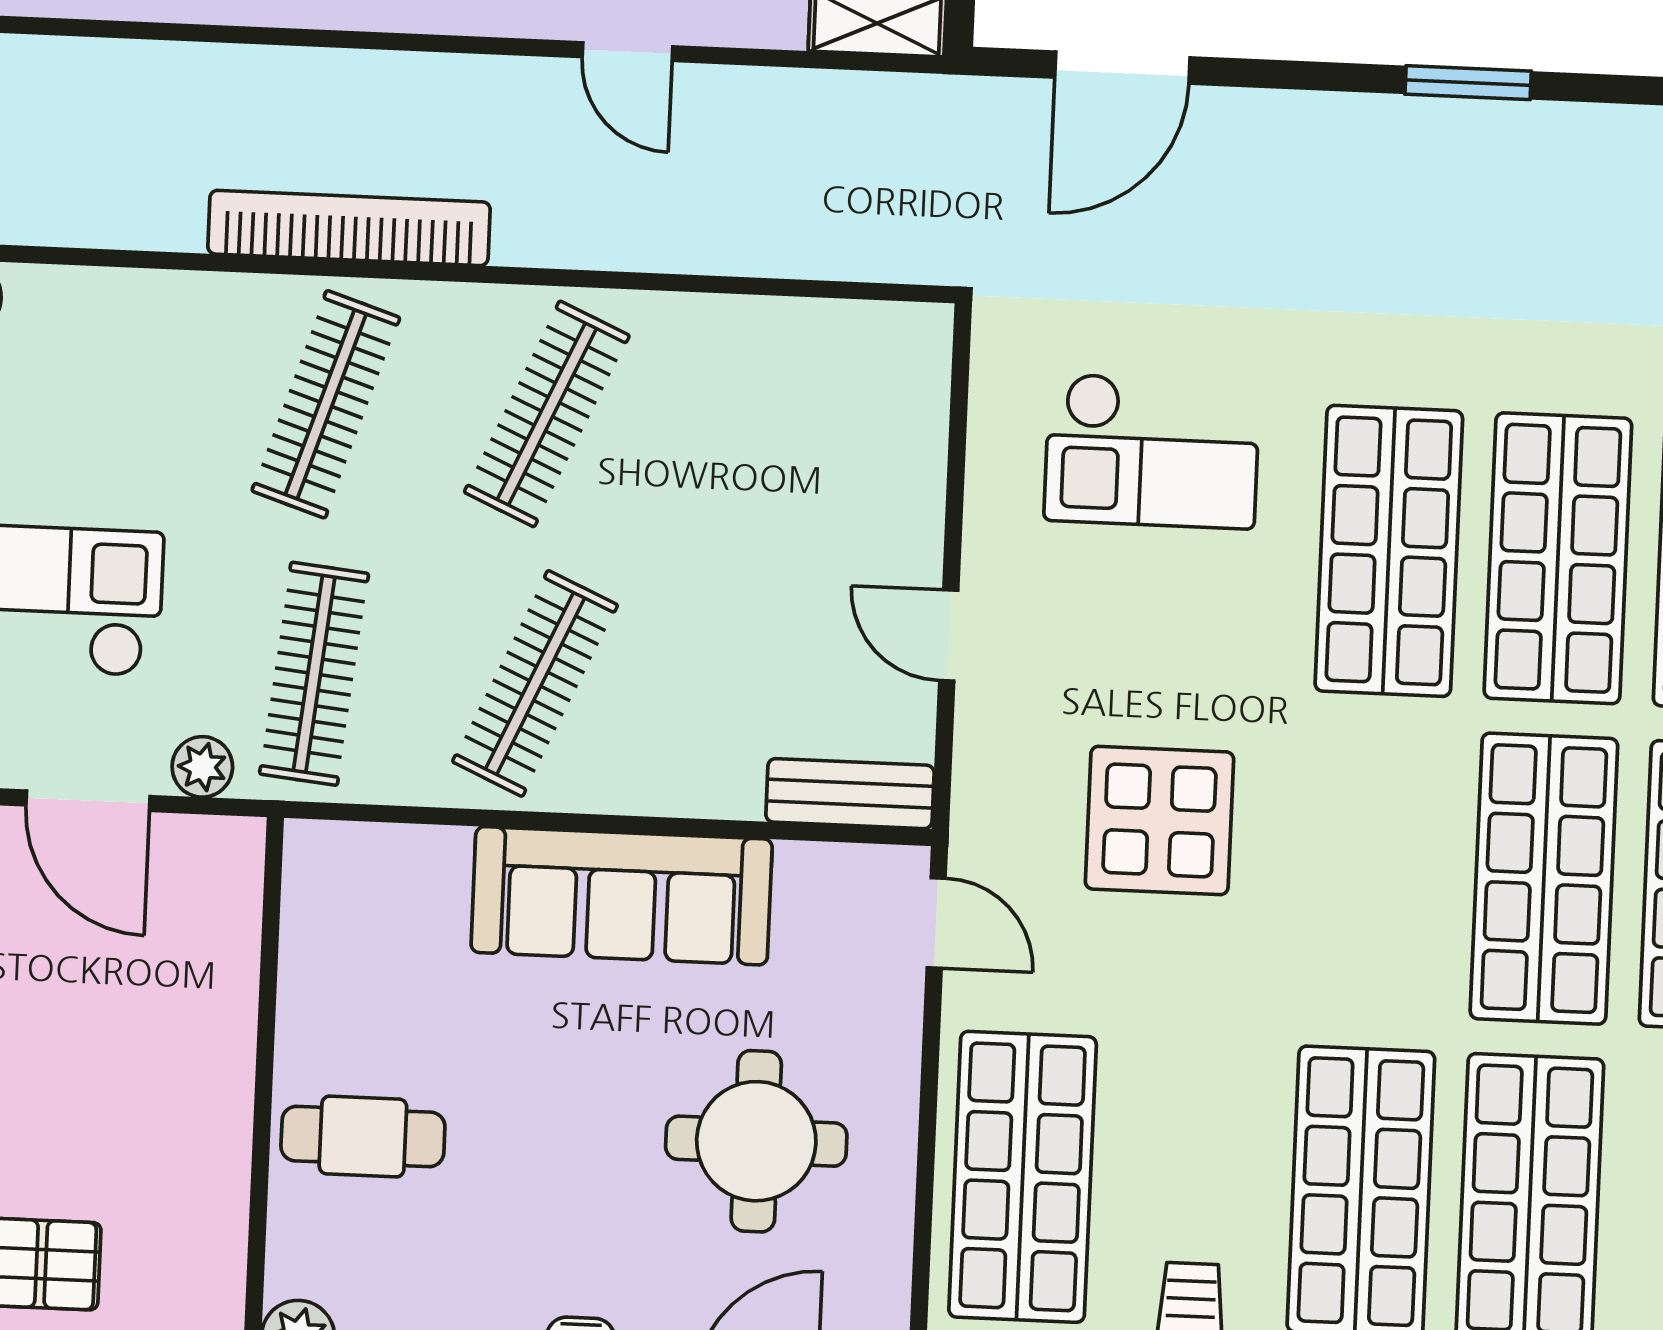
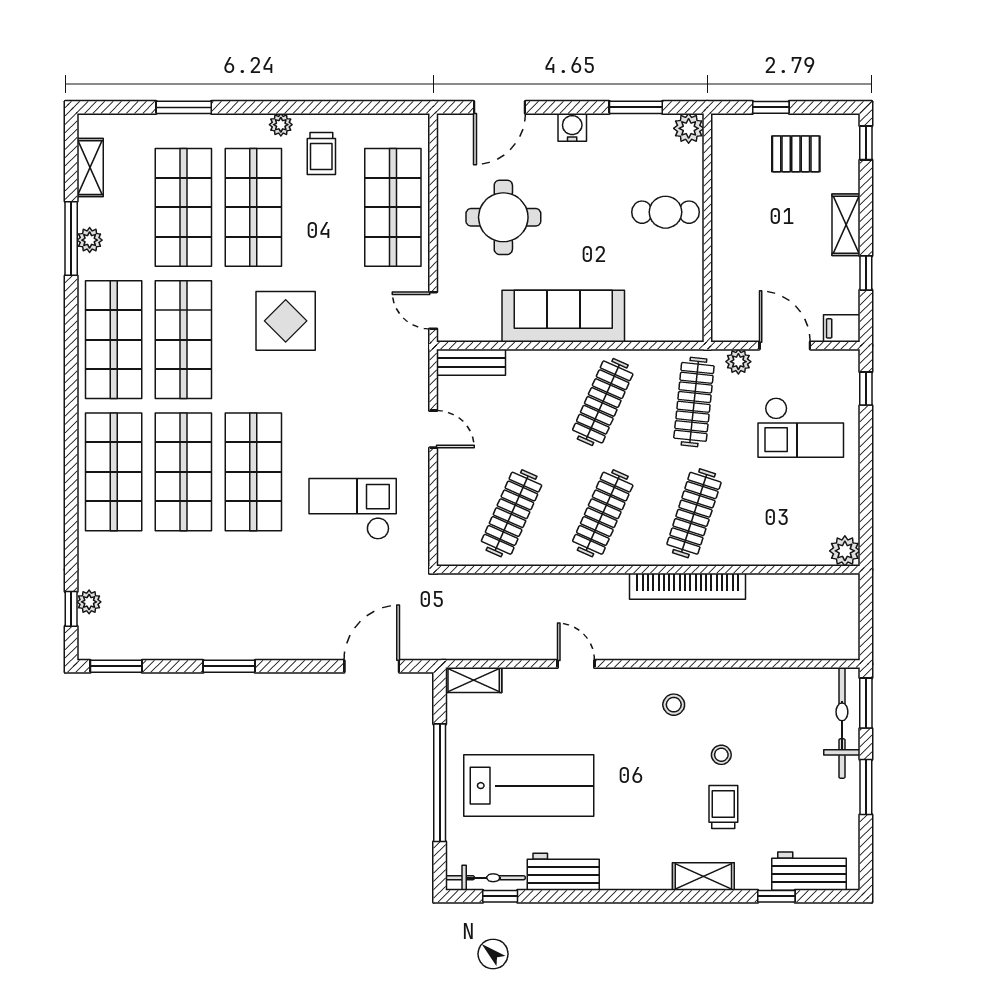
clothes rail: (768, 424) -> (511, 513), added
display table: (1159, 820) -> (286, 321), moved

